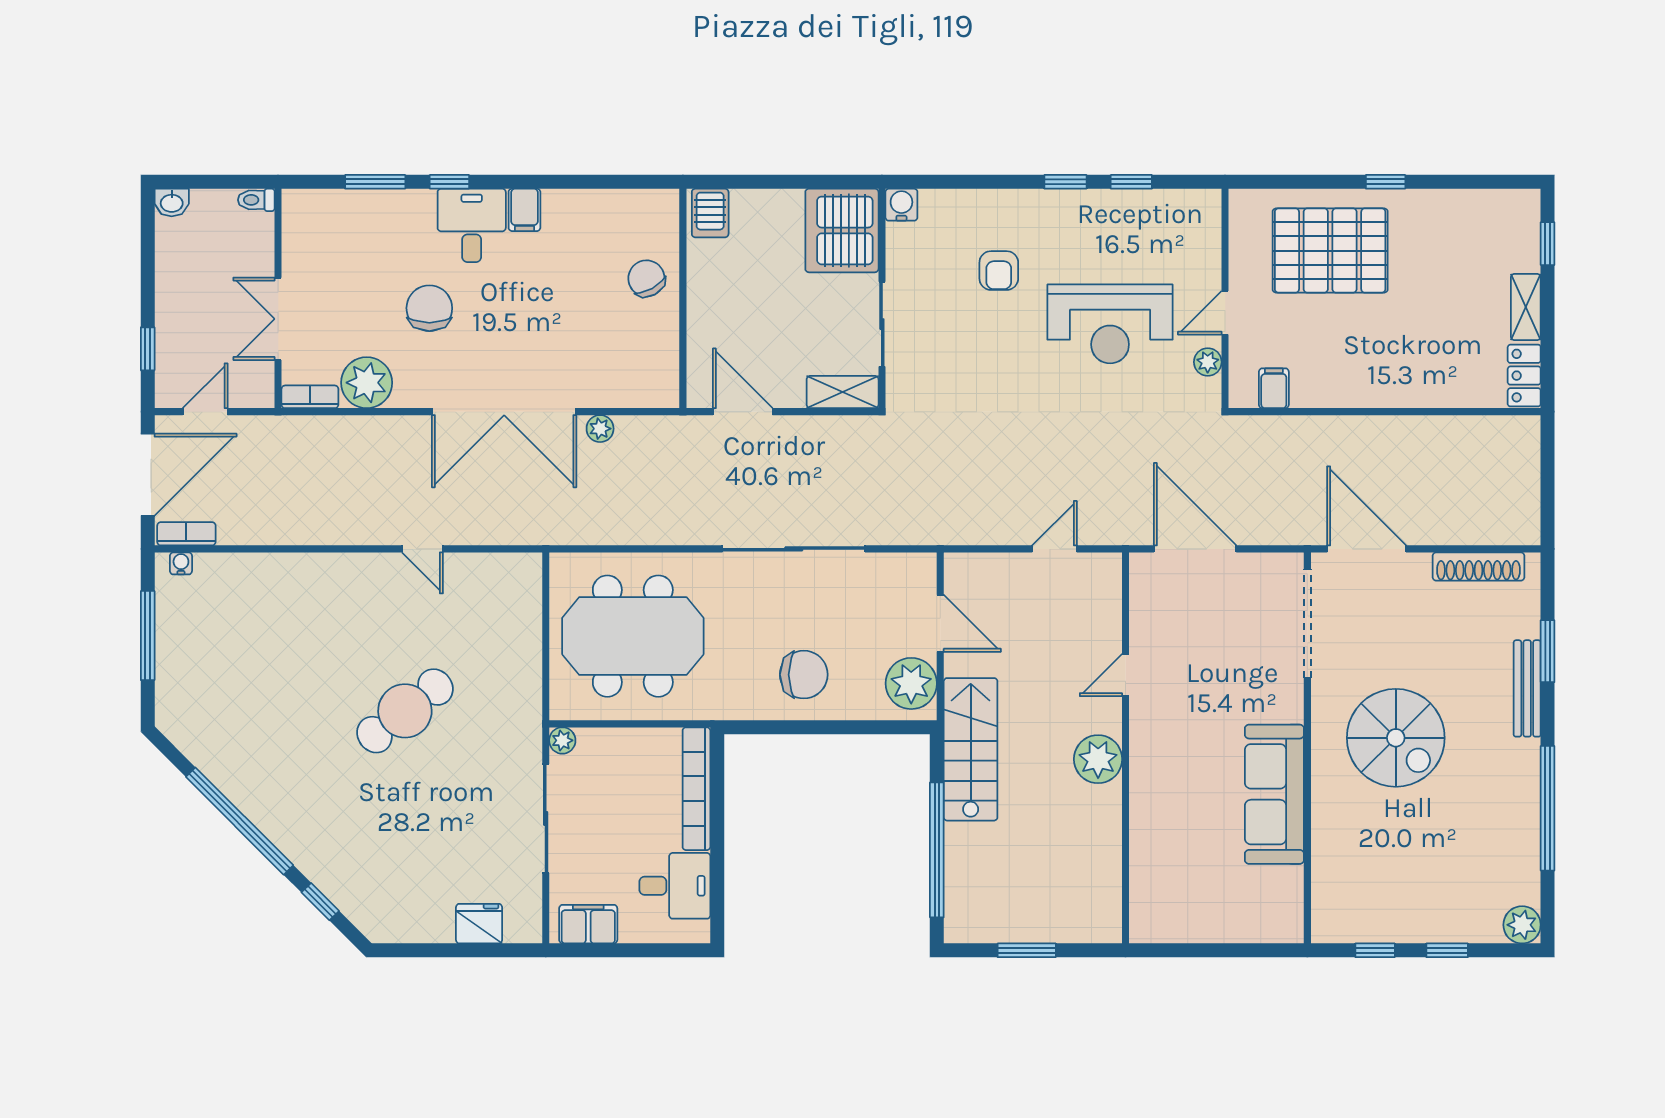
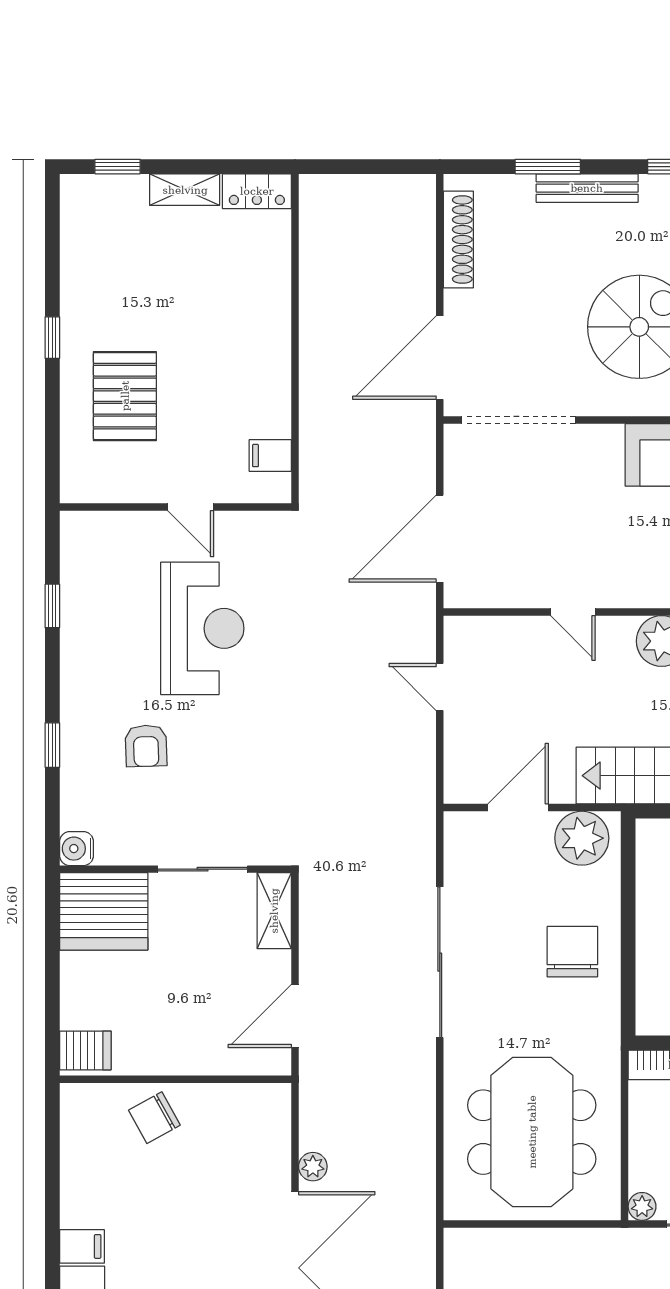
window: (1065, 182) -> (52, 745), moved
pallet: (1330, 251) -> (125, 396), width x0.73, depth x0.71
armchair: (999, 271) -> (146, 746), turned 88
plant: (1208, 362) -> (243, 525), removed

